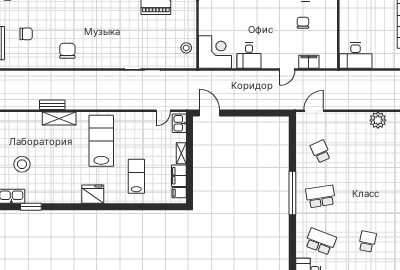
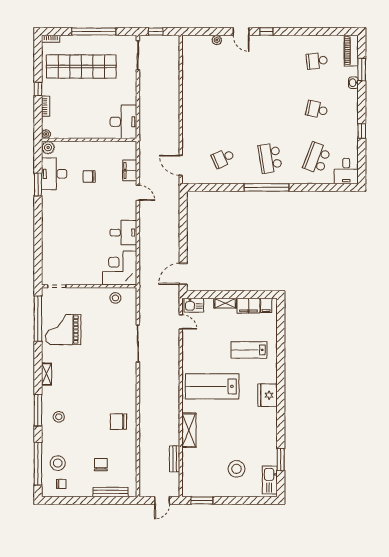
bench: (52, 105) -> (175, 459), moved
plant: (378, 120) -> (191, 98), removed

